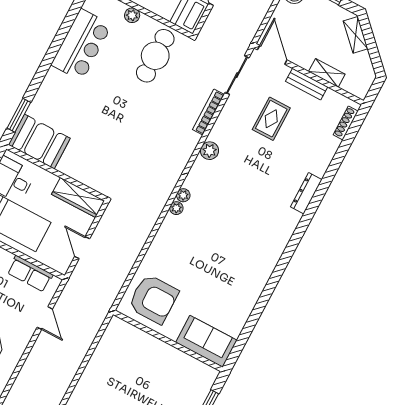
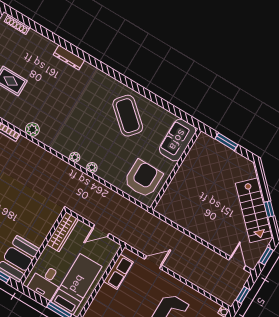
plant: (183, 195) -> (92, 168), moved
coffee table: (235, 274) -> (128, 116), added

